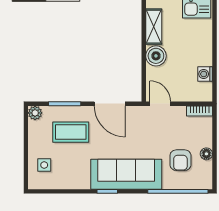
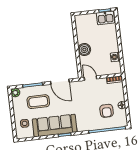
shelving: (154, 27) -> (81, 32), removed
sofa: (126, 174) -> (55, 126), moved

